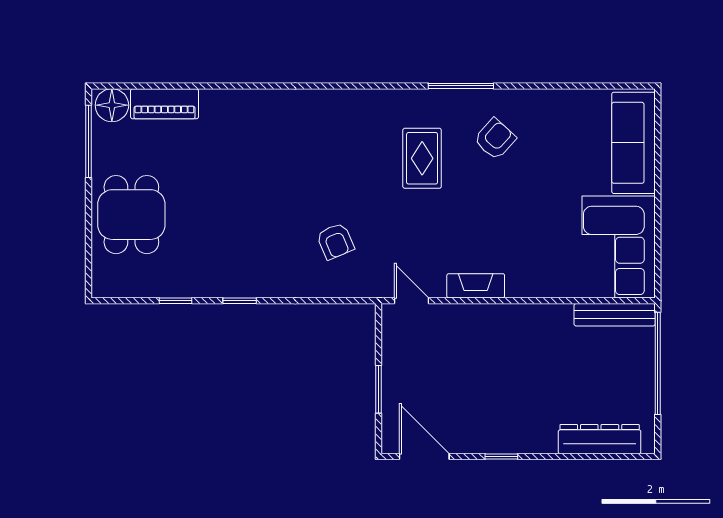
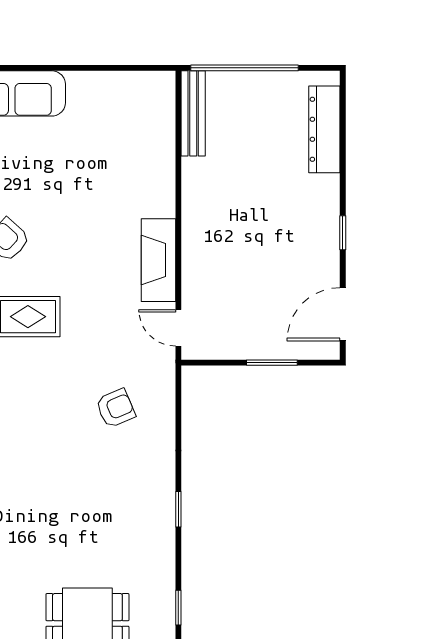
corner sofa: (619, 247) -> (122, 109), removed
fireplace: (476, 286) -> (158, 260), width x1.37, depth x1.32
window: (175, 301) -> (178, 608), moved
door: (411, 301) -> (178, 328), hinge flipped

